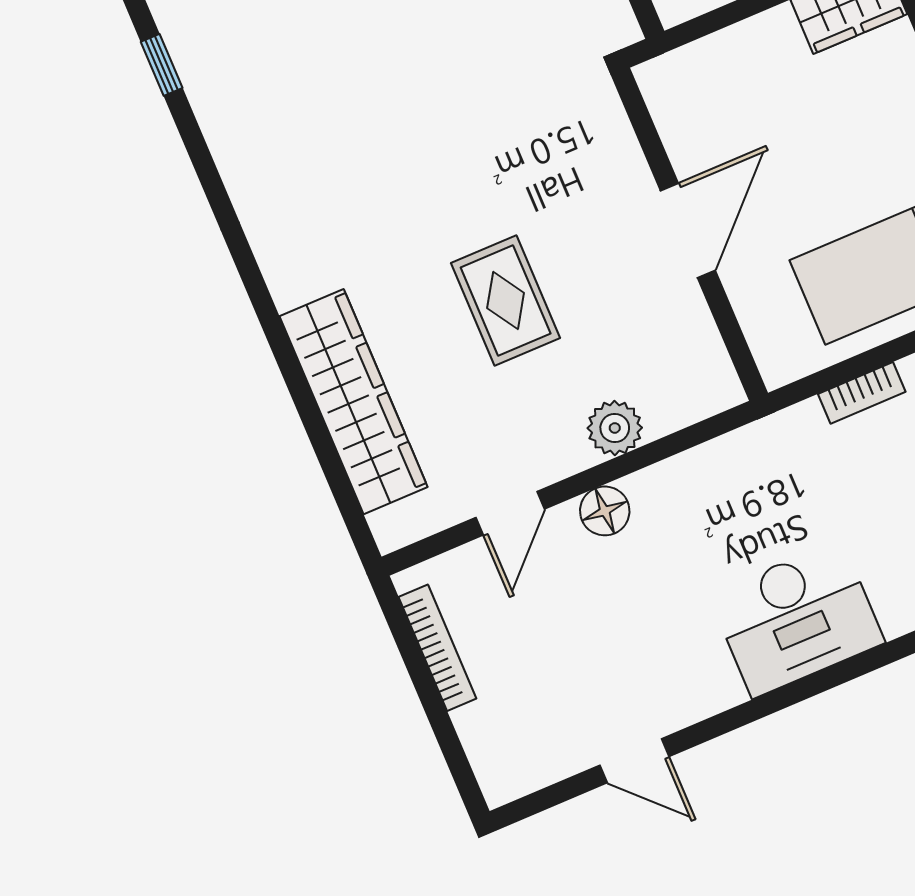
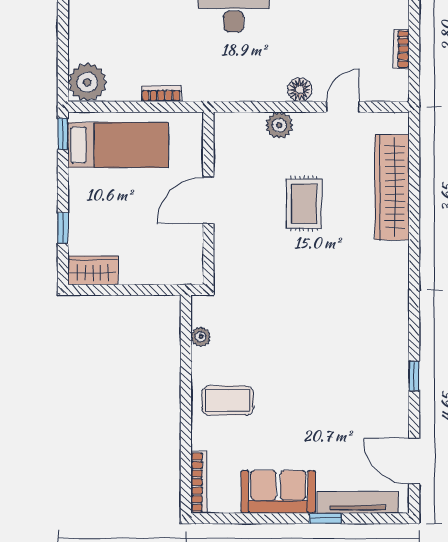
bookcase: (437, 648) -> (401, 49), width x0.64

